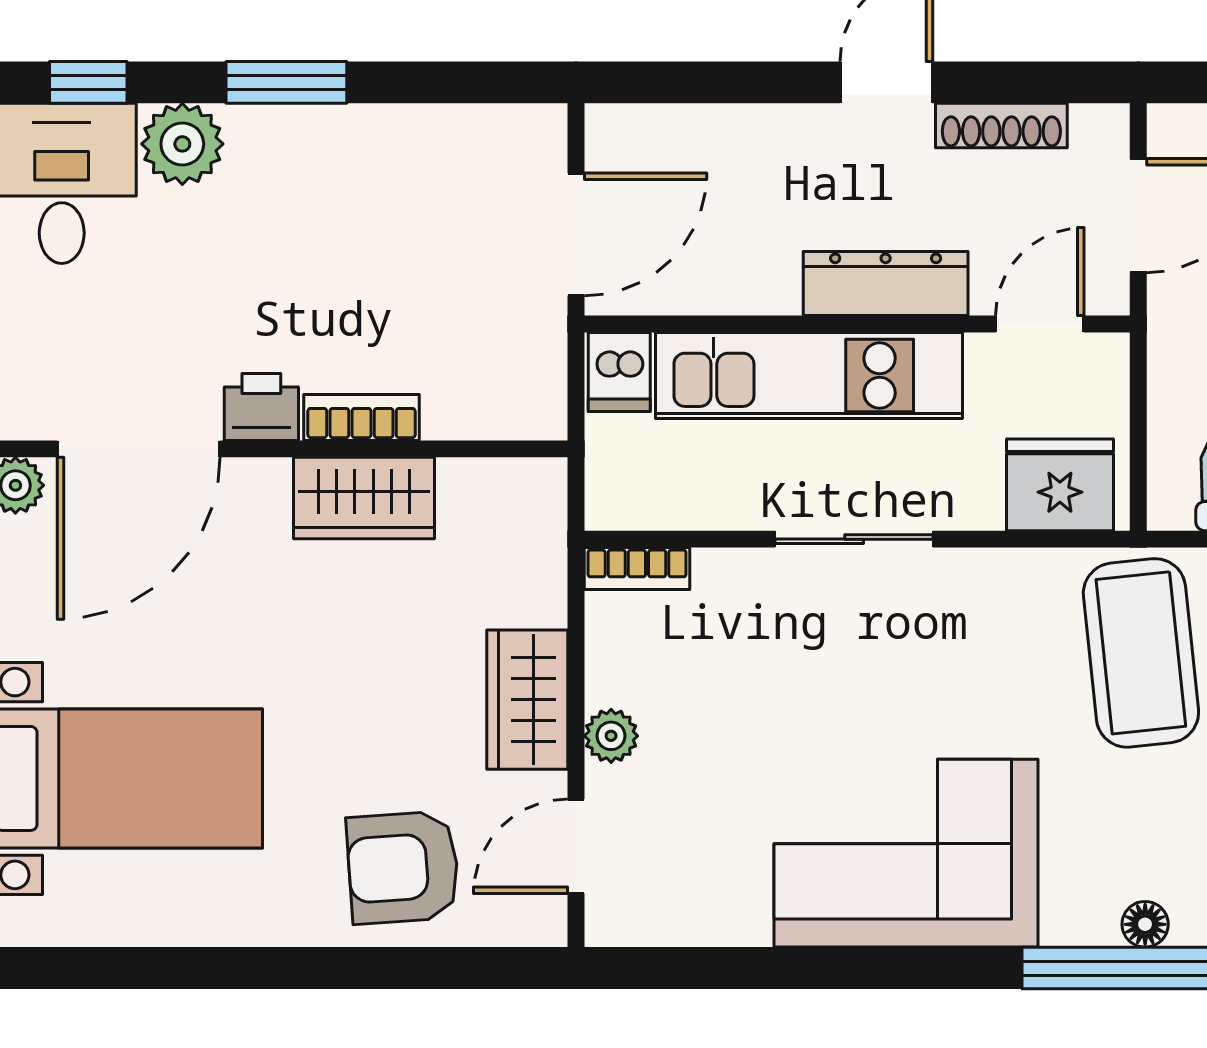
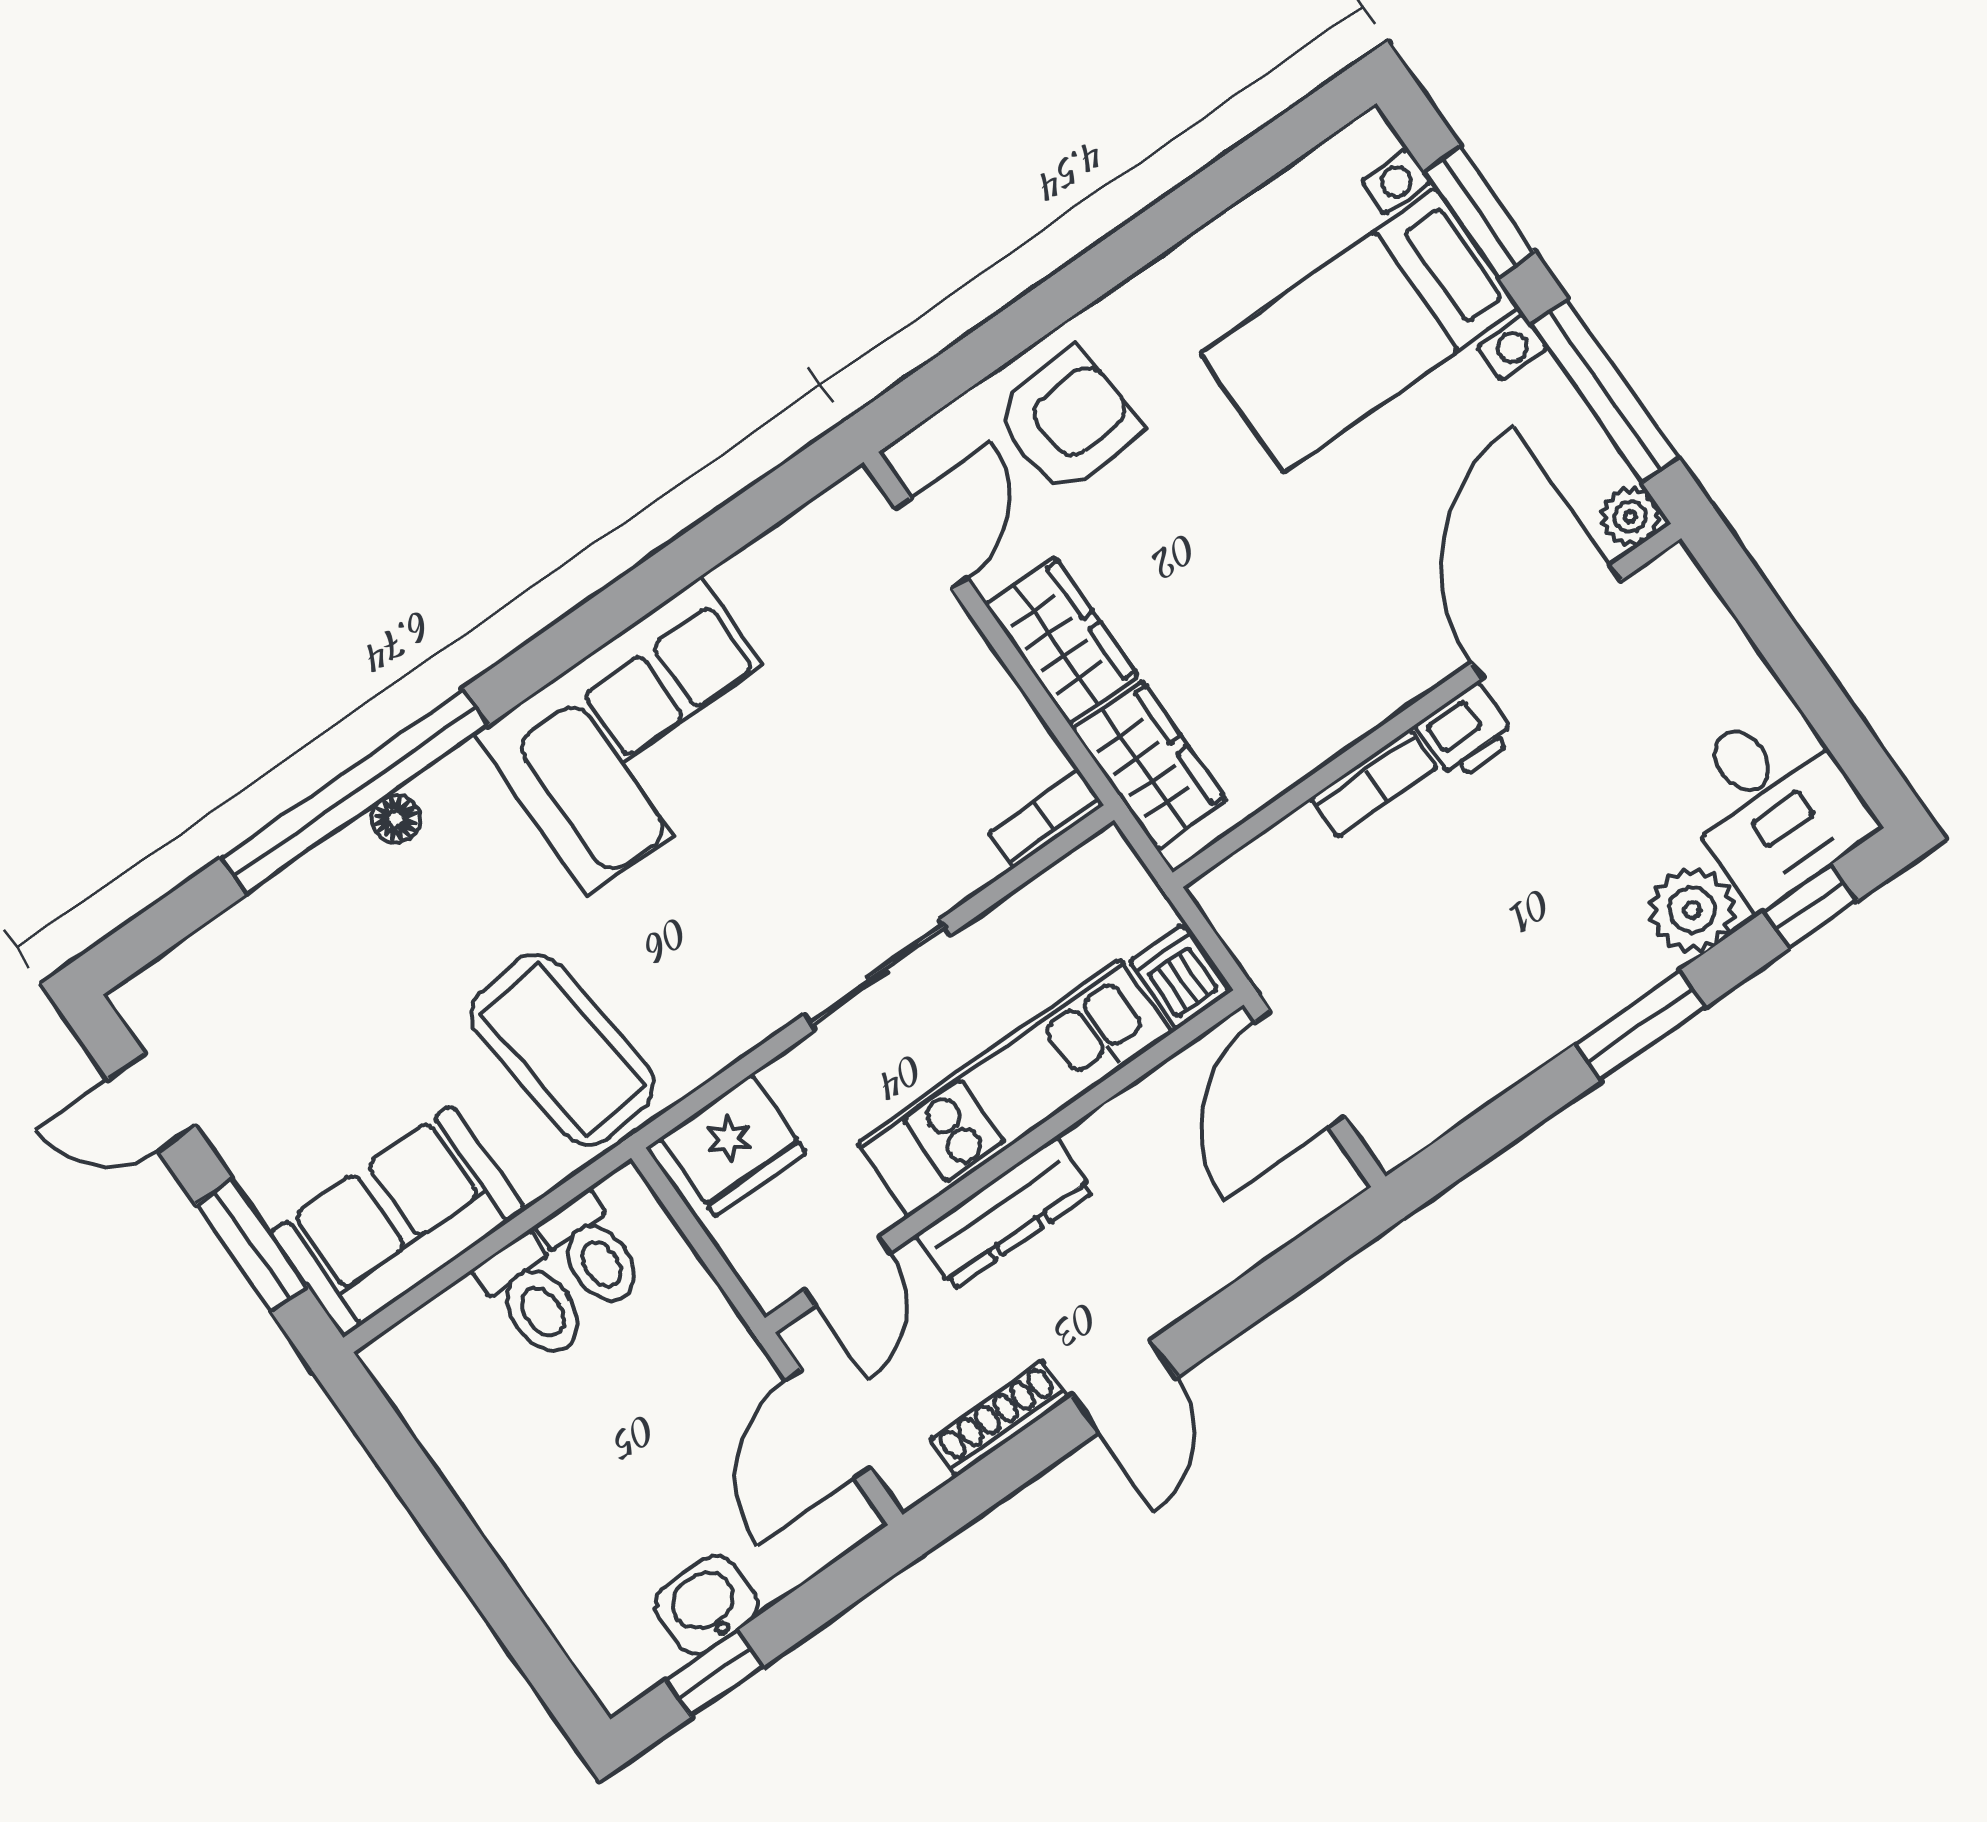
wardrobe: (364, 498) -> (1150, 765), moved, turned 90
plant: (611, 736) -> (968, 659), removed

